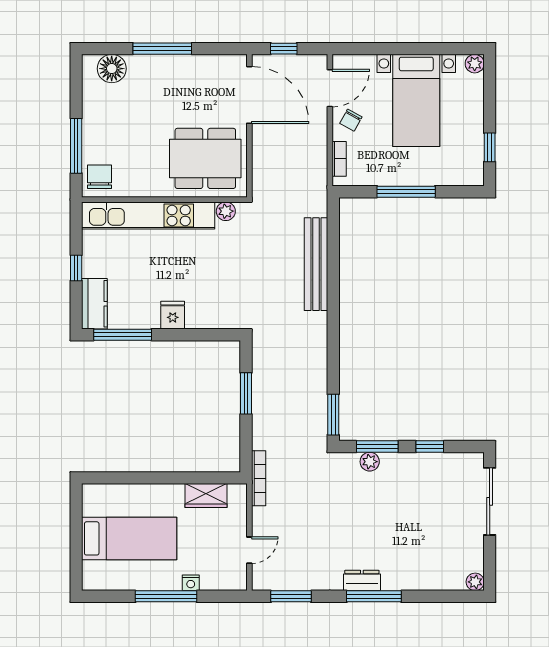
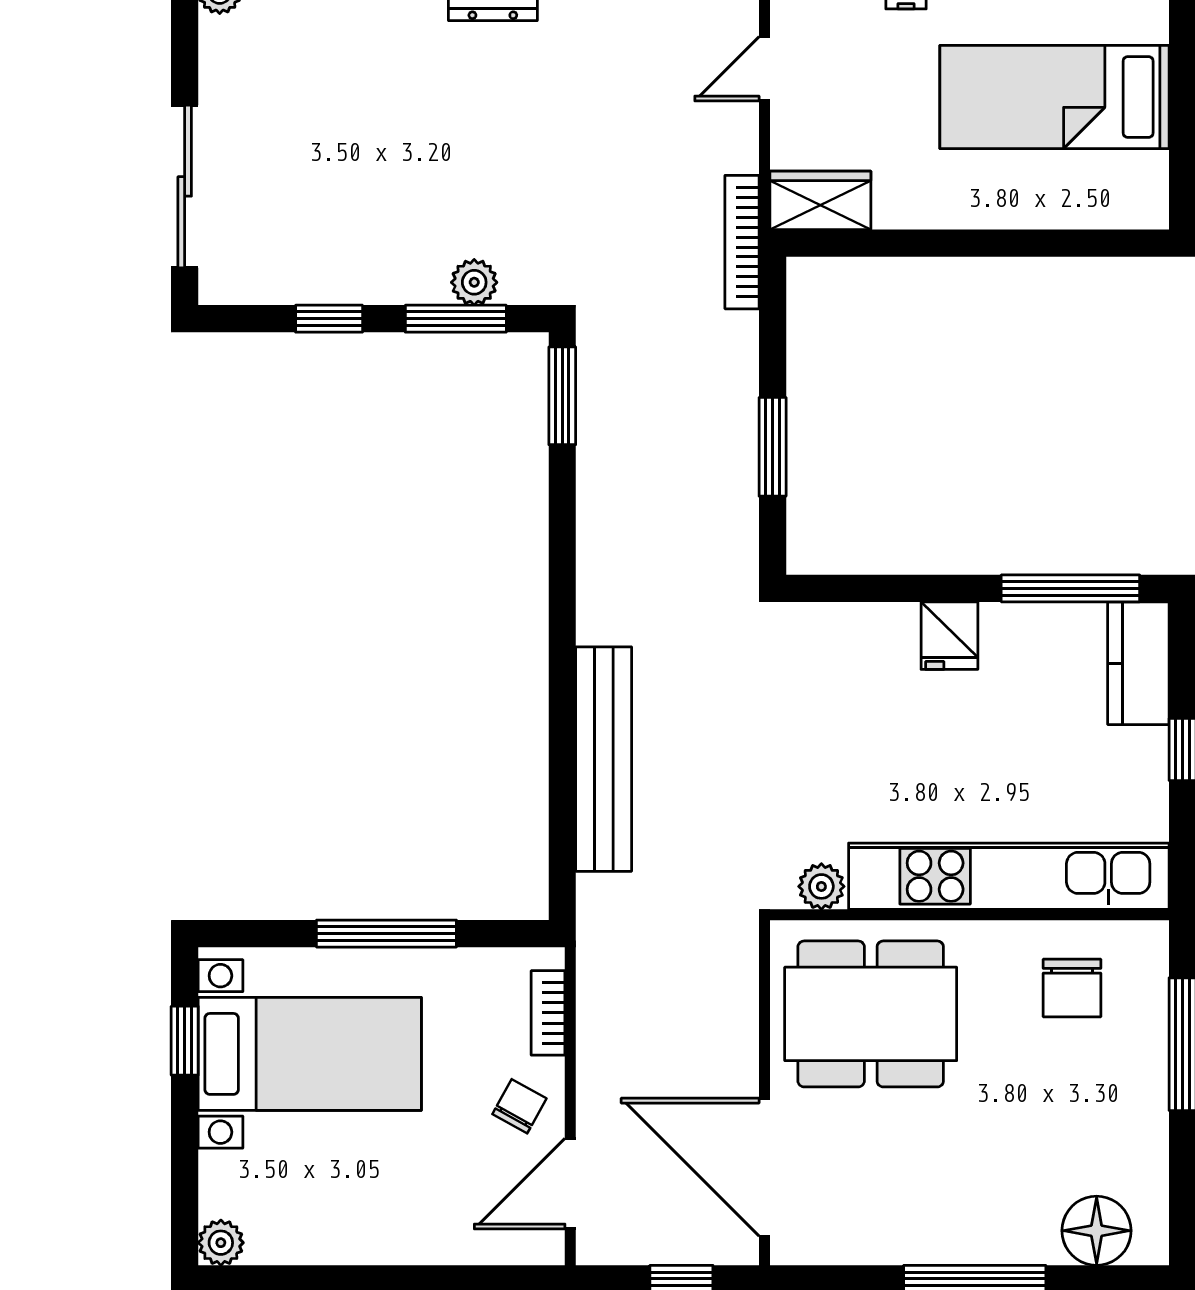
bed with nightstands: (416, 100) -> (310, 1054), moved, turned 90
chair: (100, 177) -> (1072, 988), moved
wardrobe: (206, 496) -> (820, 200), moved

